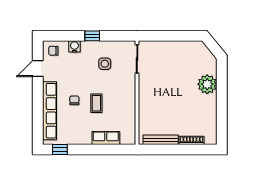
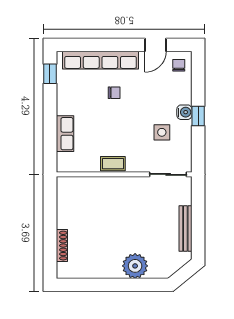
water cooler: (74, 46) -> (184, 112), moved
door: (38, 69) -> (155, 45), swing flipped
coffee table: (96, 103) -> (113, 164), moved
bench: (161, 140) -> (185, 229), moved

